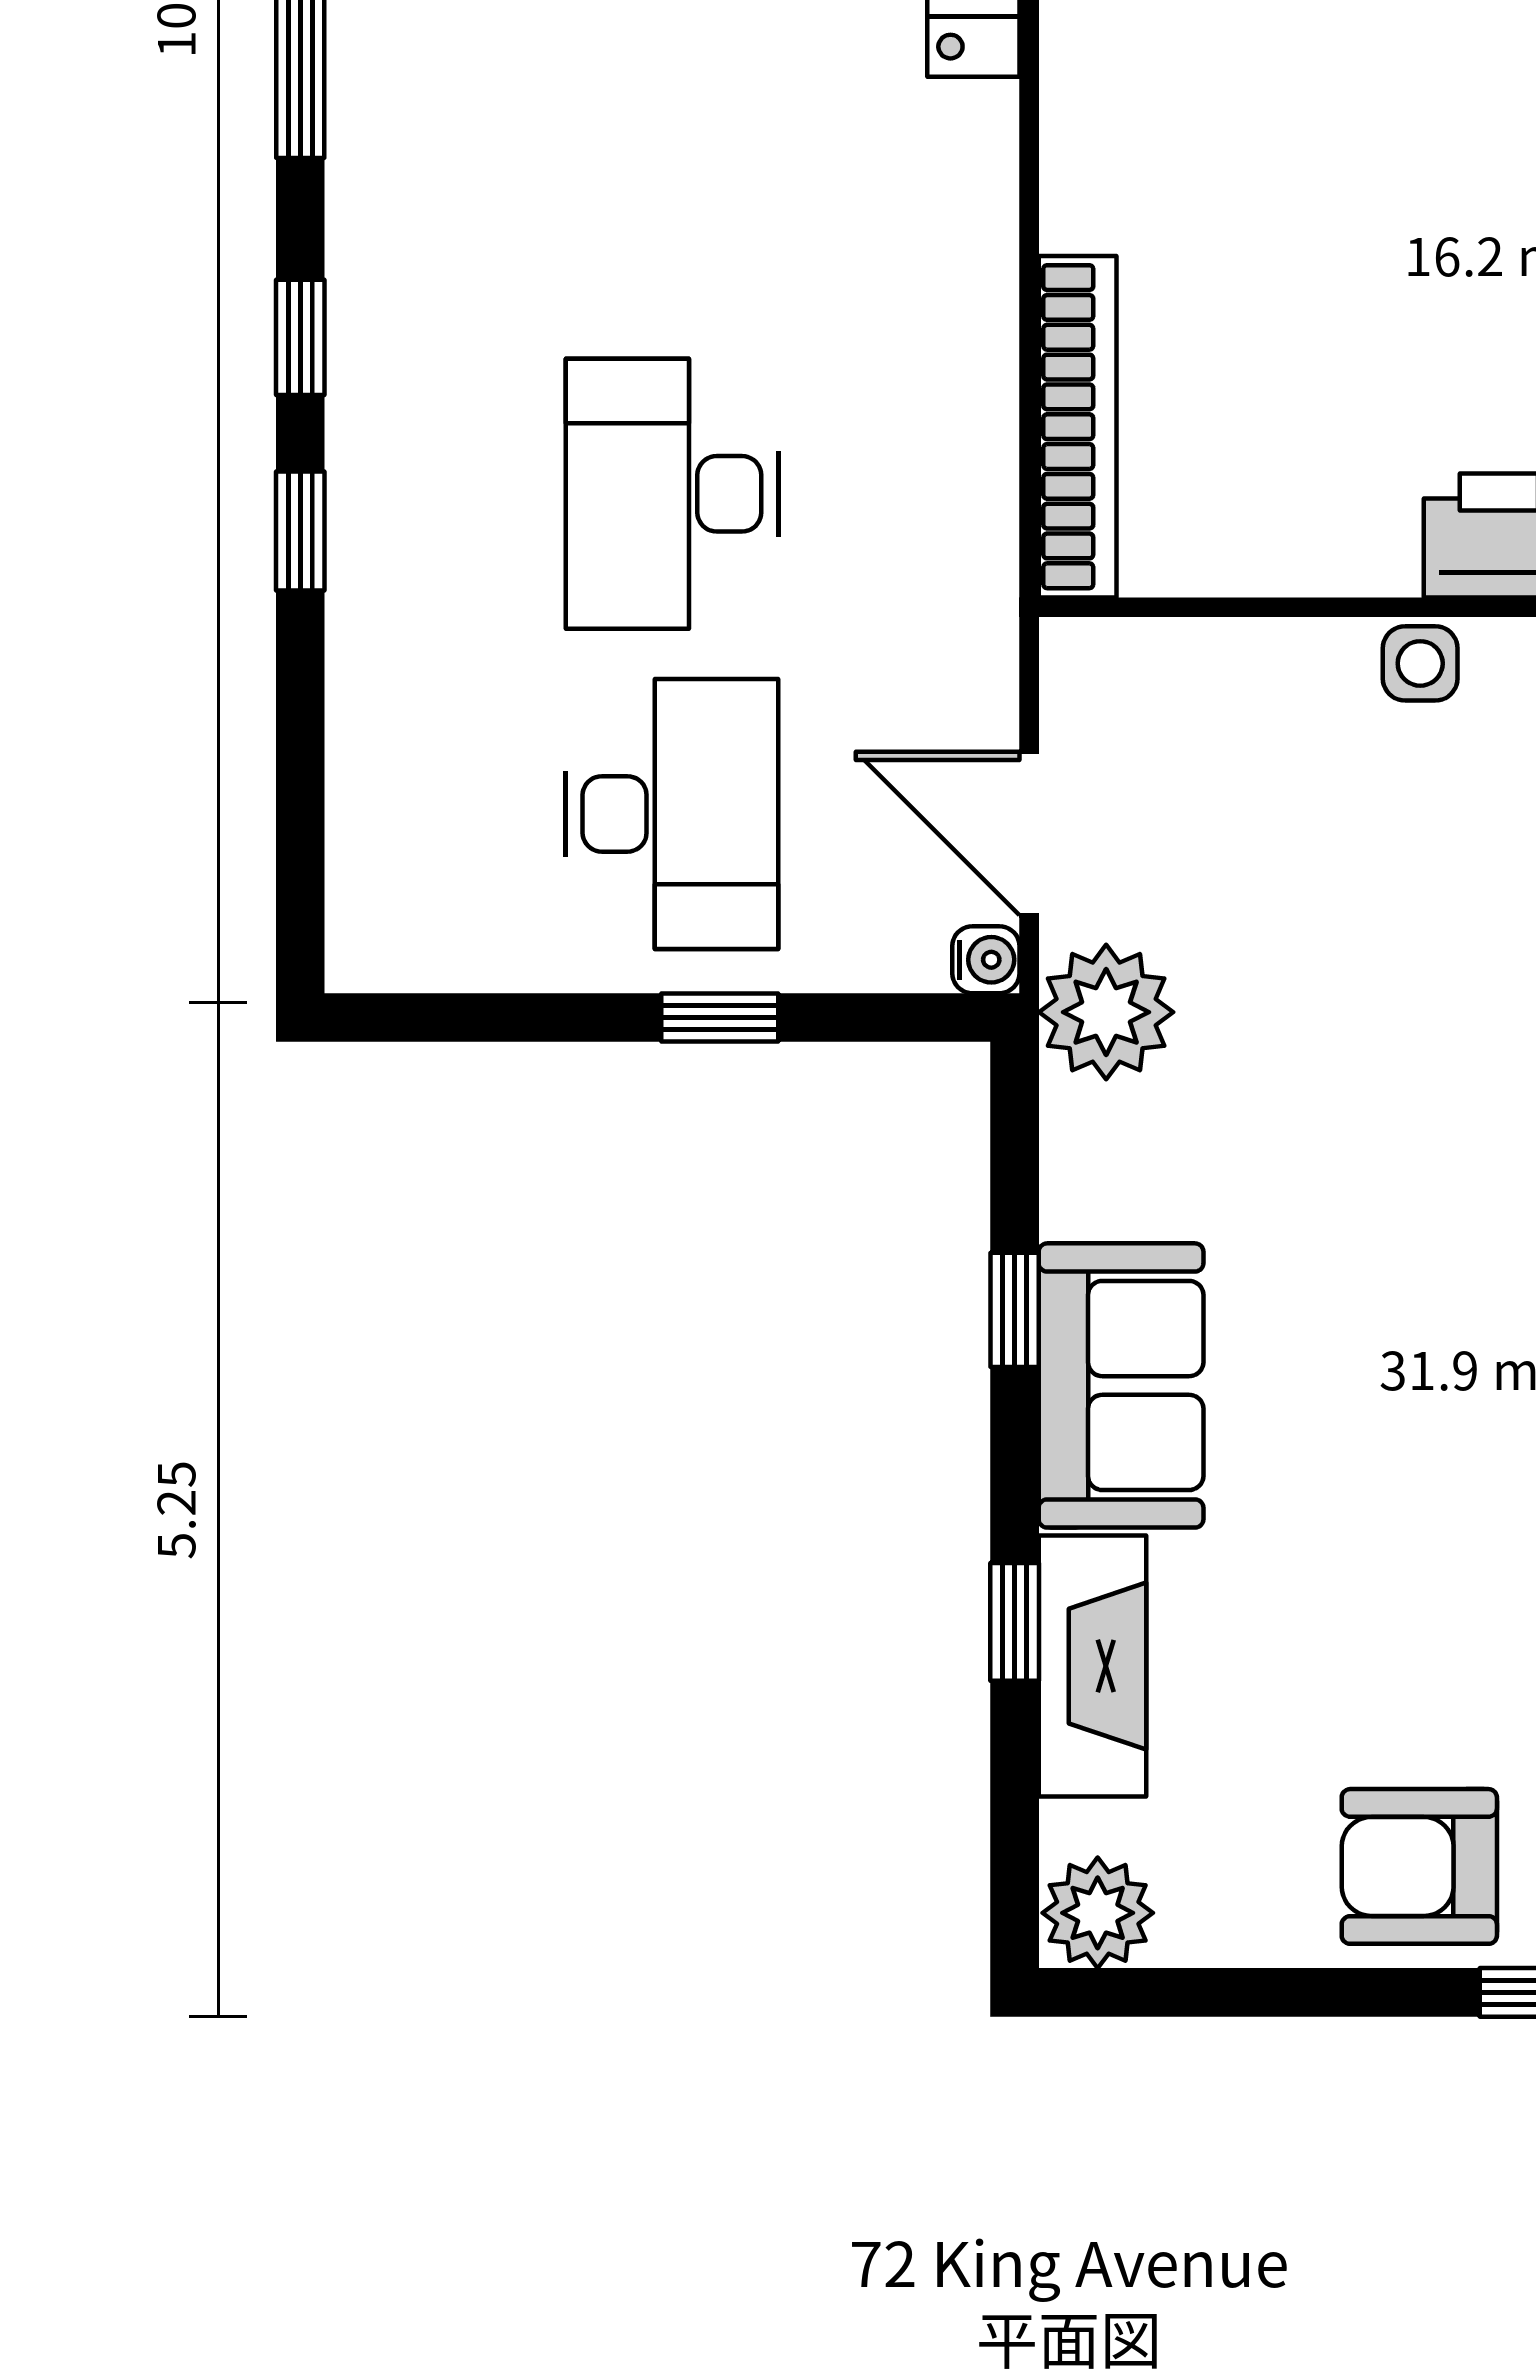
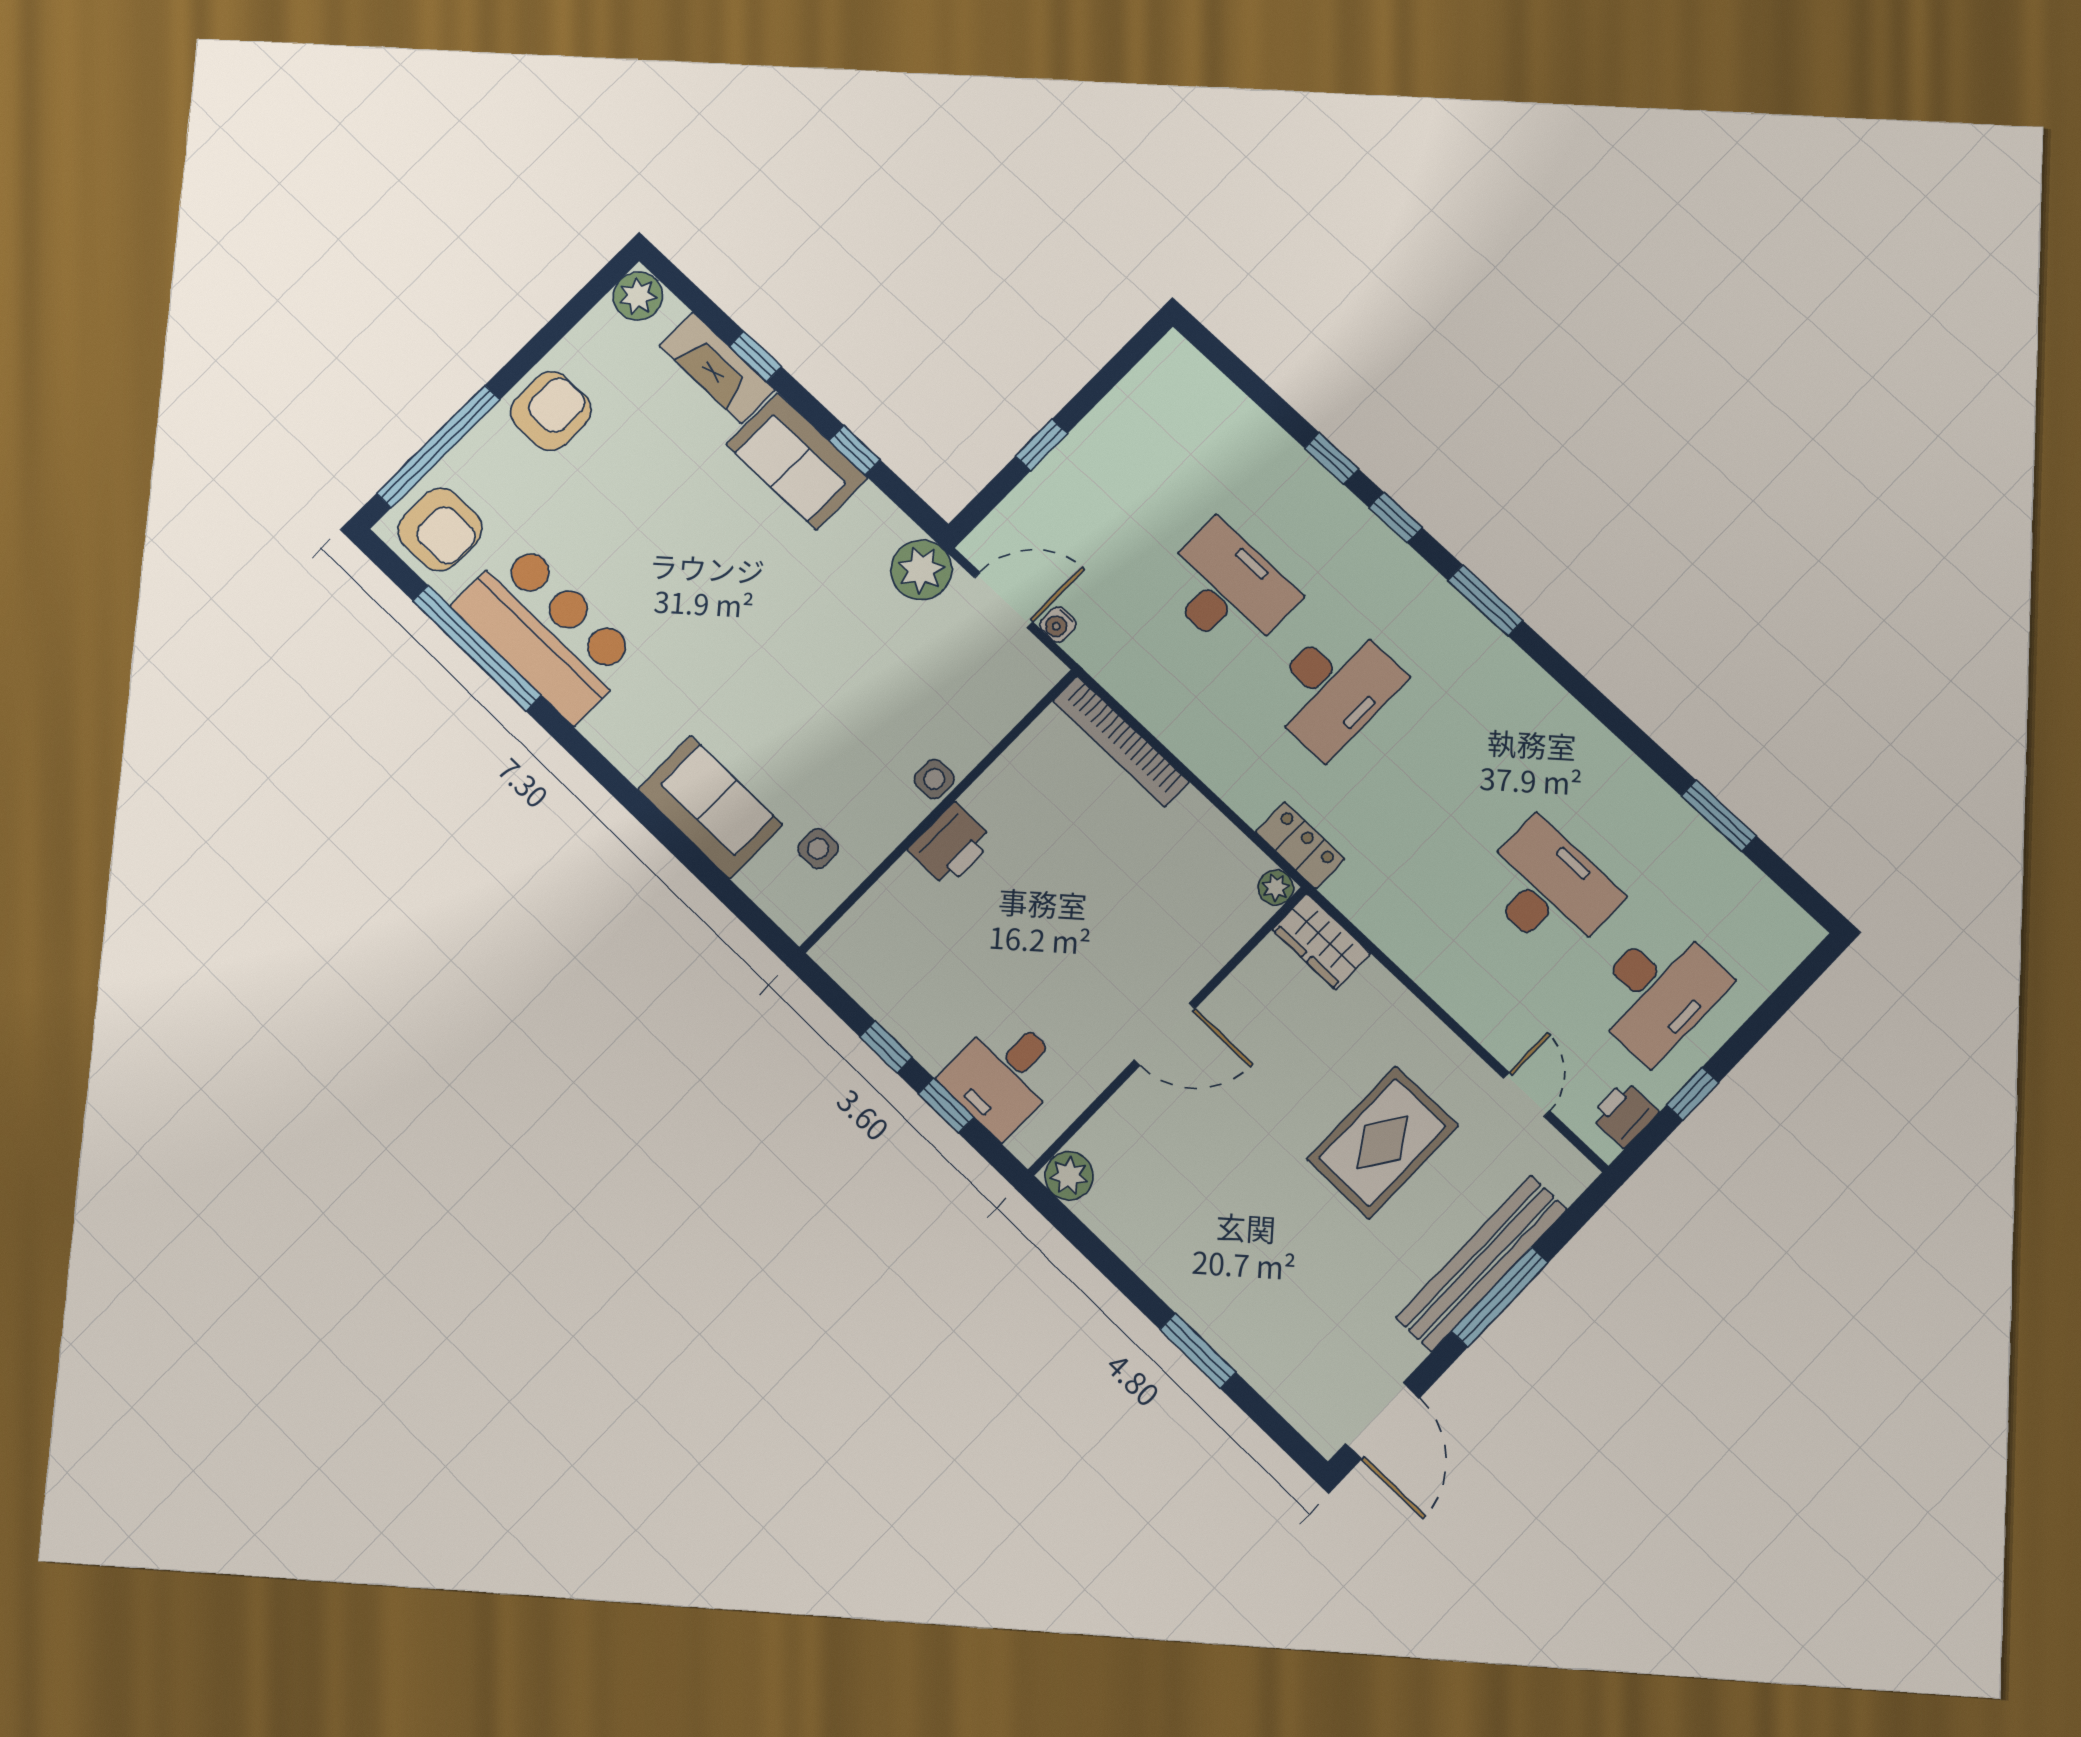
desk: (672, 814) -> (1333, 688), moved, turned -90
water cooler: (986, 960) -> (1058, 625), moved

